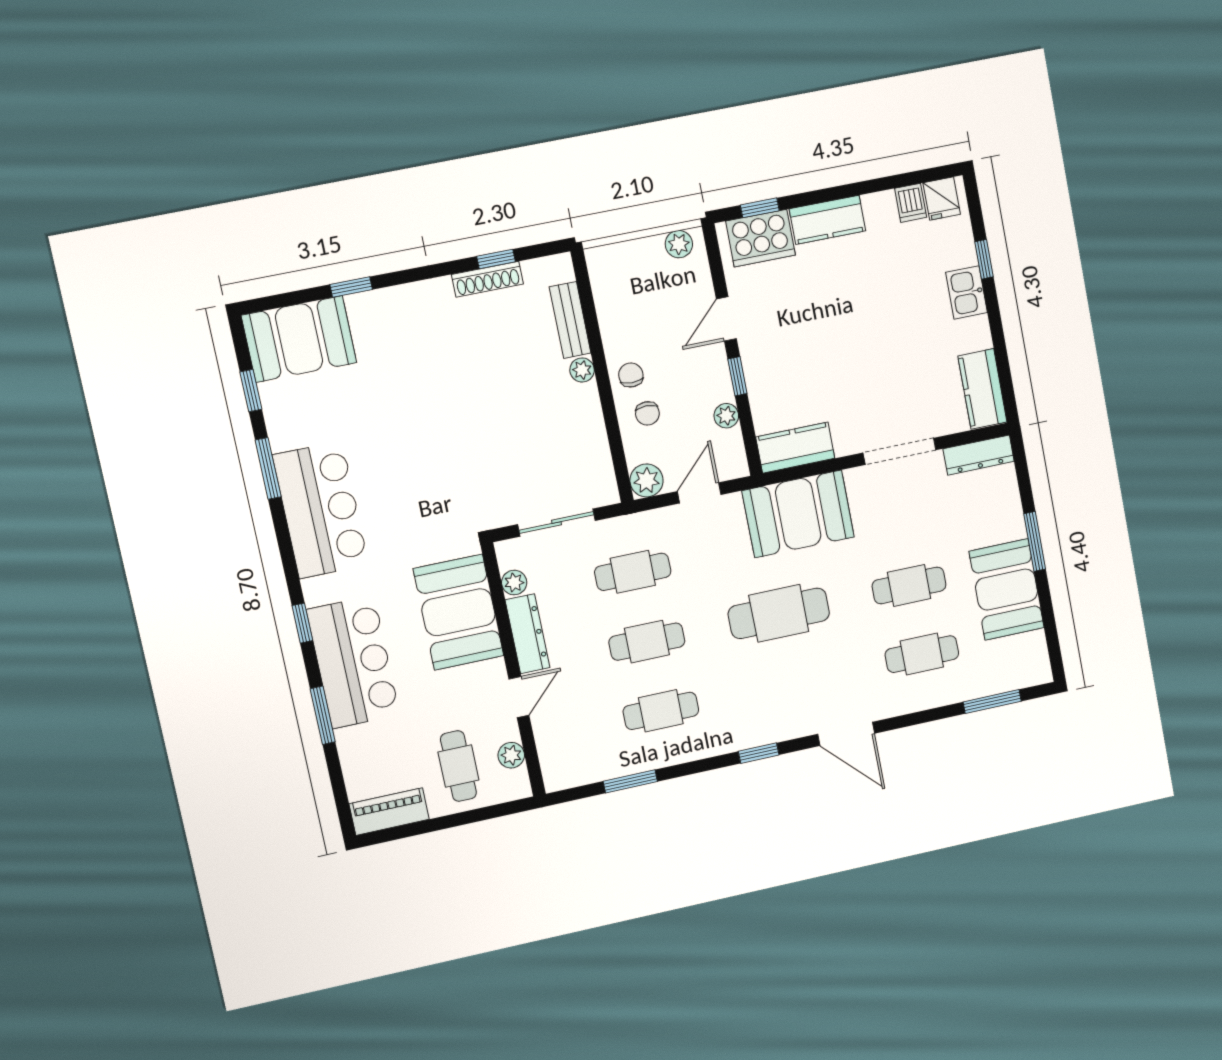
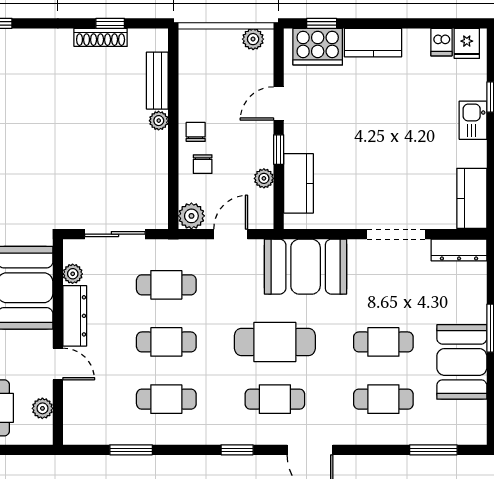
kitchen counter: (795, 448) -> (298, 183), moved, turned 90
cafe table: (792, 682) -> (275, 399), added
door: (519, 697) -> (58, 364), hinge flipped

